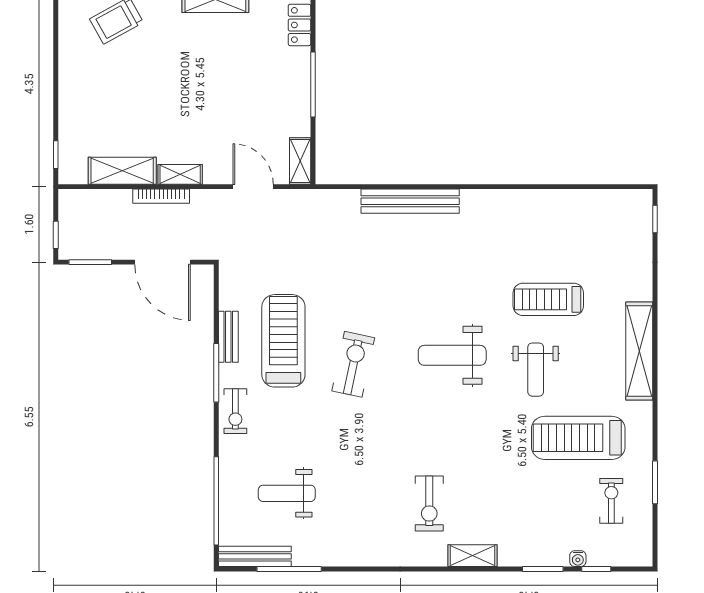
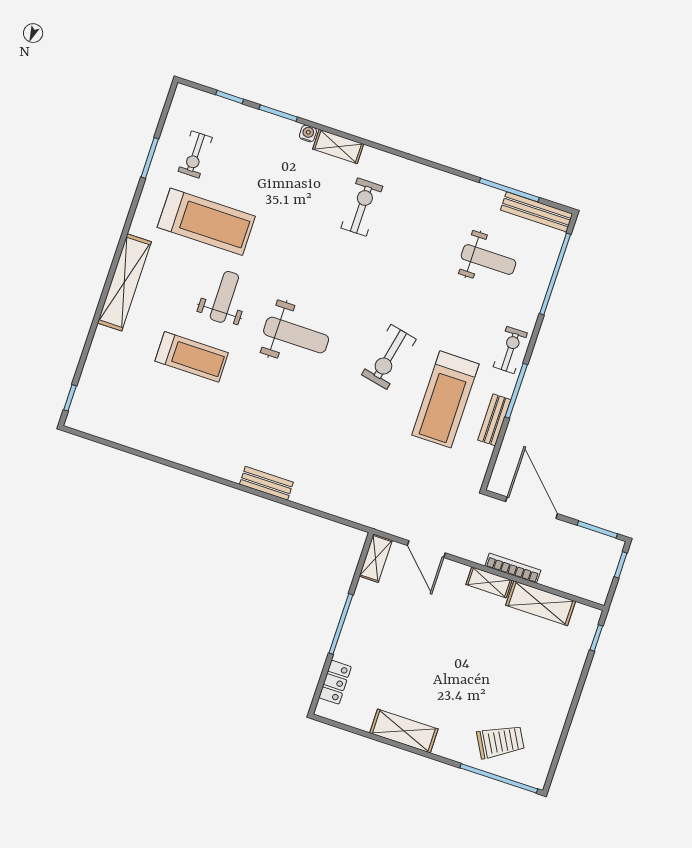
bench: (410, 201) -> (266, 483), width x0.54, depth x0.82
water cooler: (578, 559) -> (308, 133), moved

